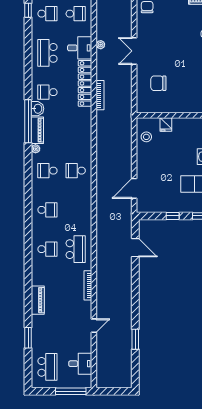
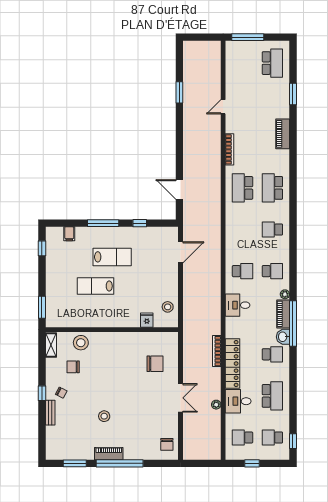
school desk: (47, 249) -> (272, 188), width x1.85
desk: (80, 364) -> (238, 305), moved
school desk: (47, 367) -> (272, 63), turned 180

